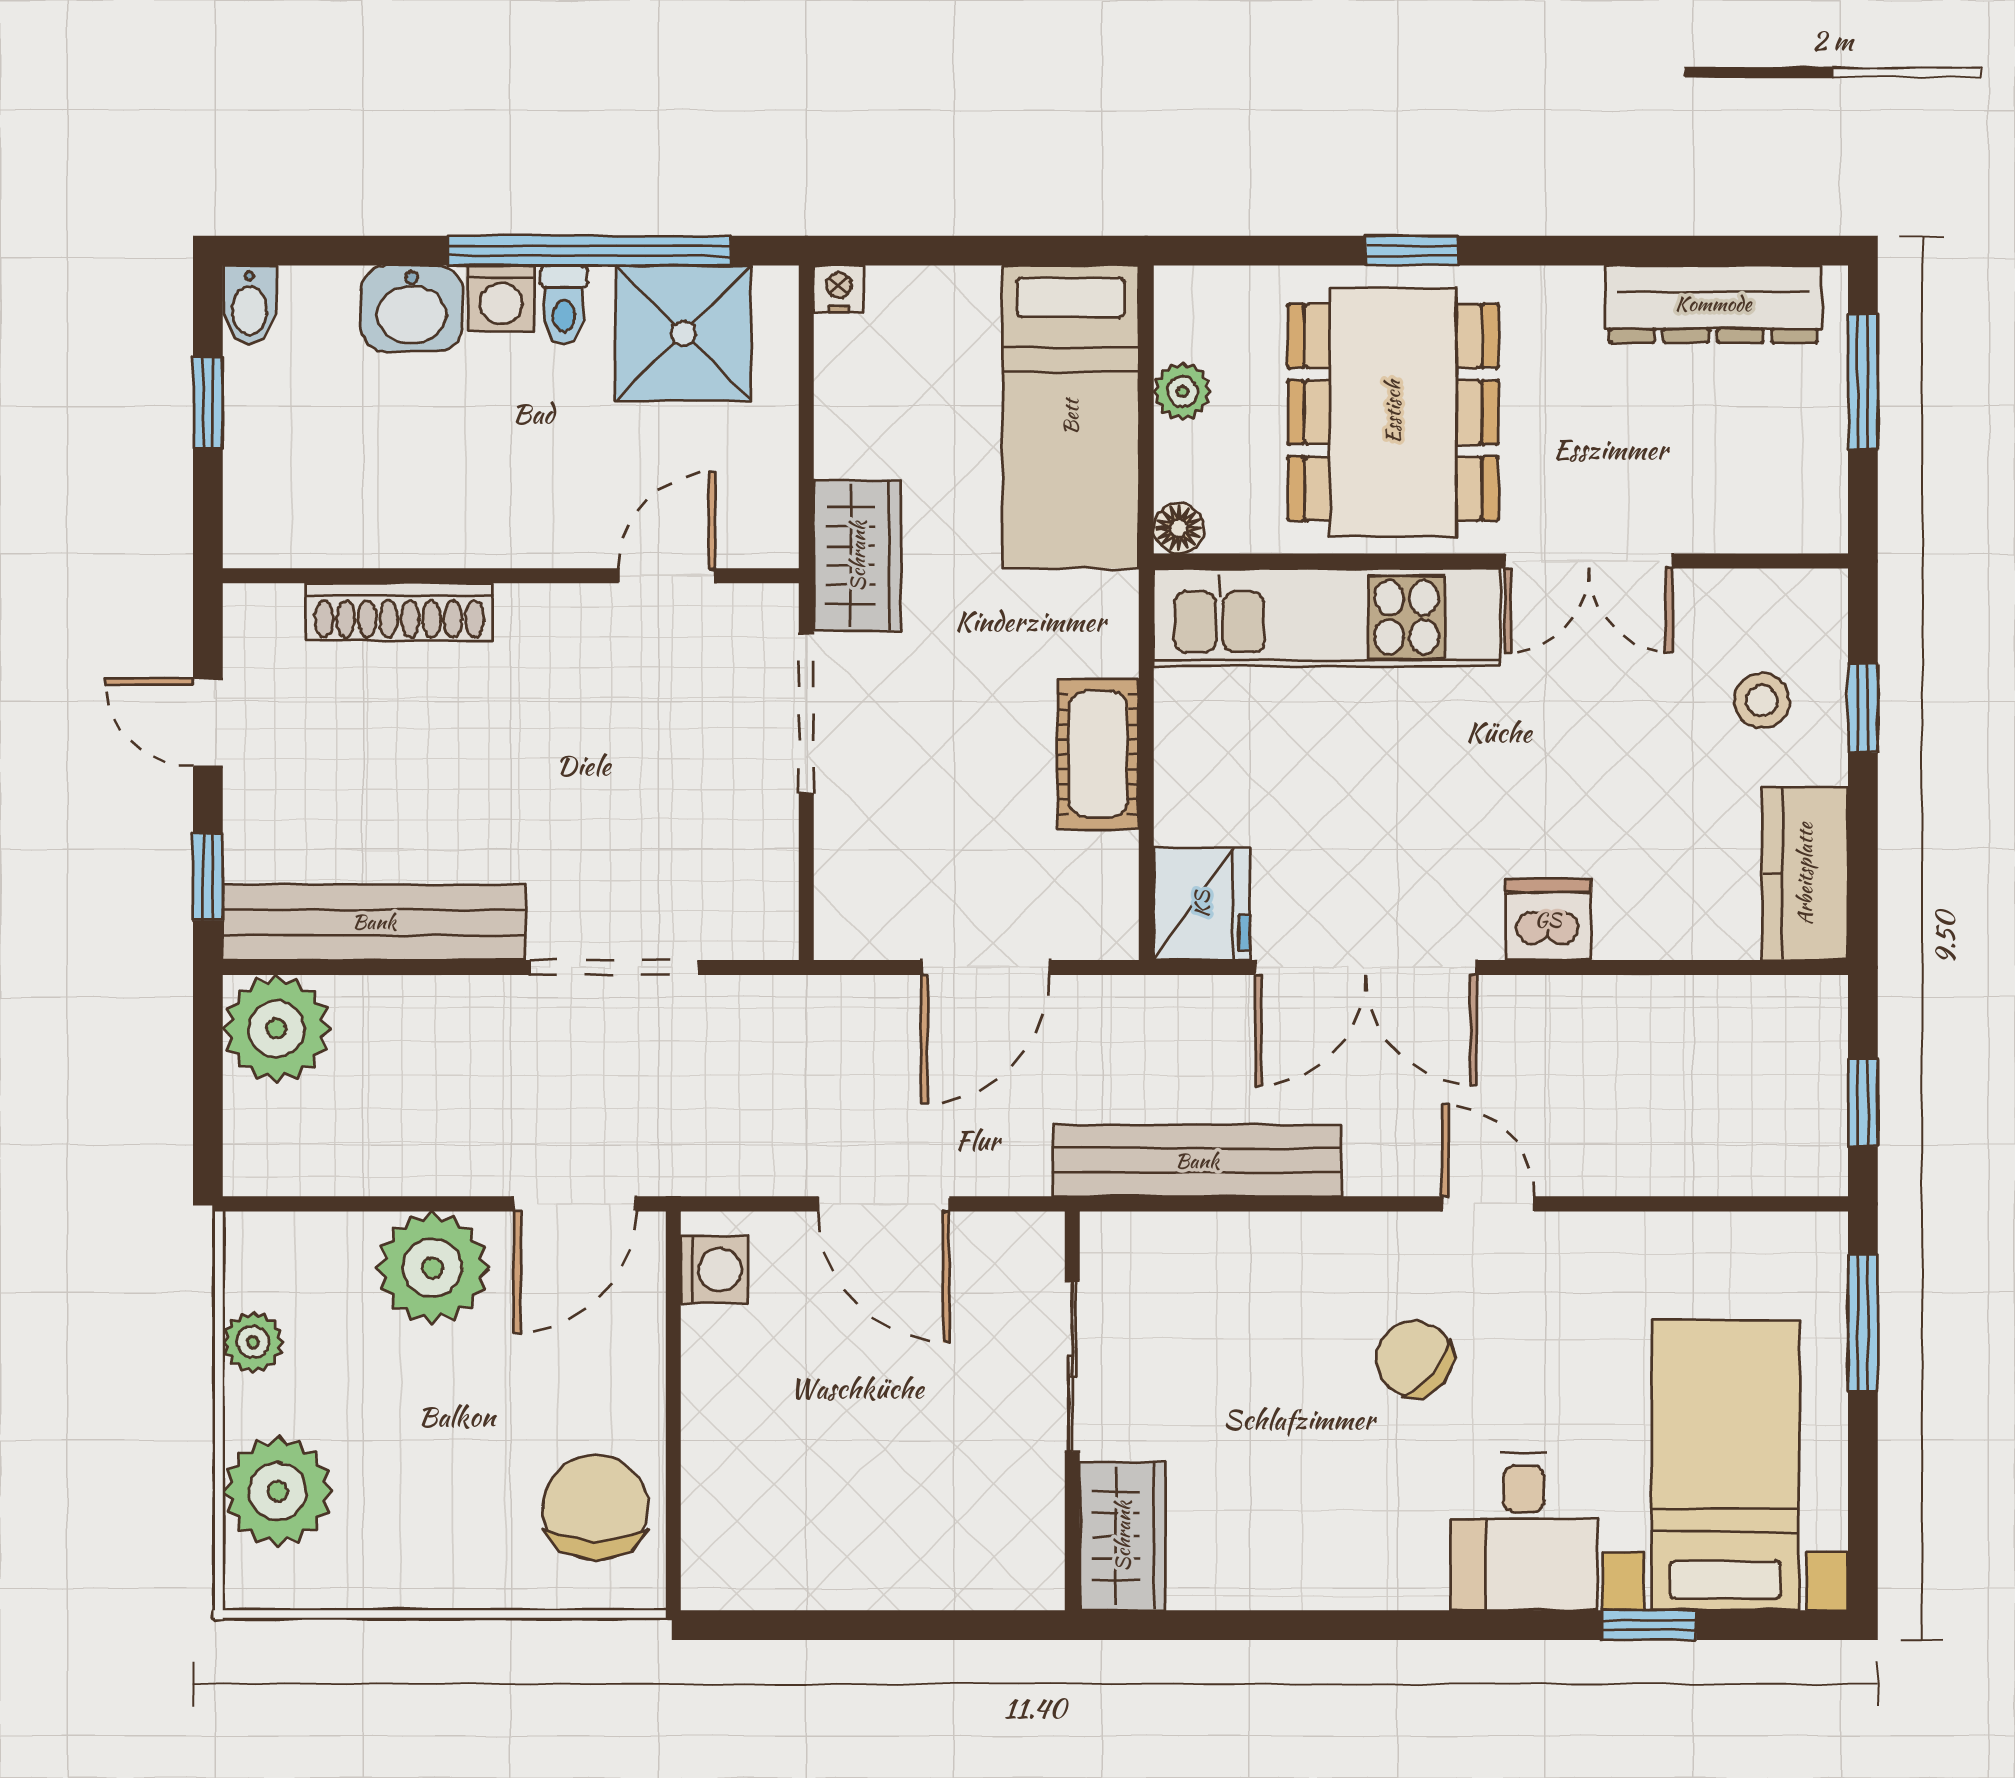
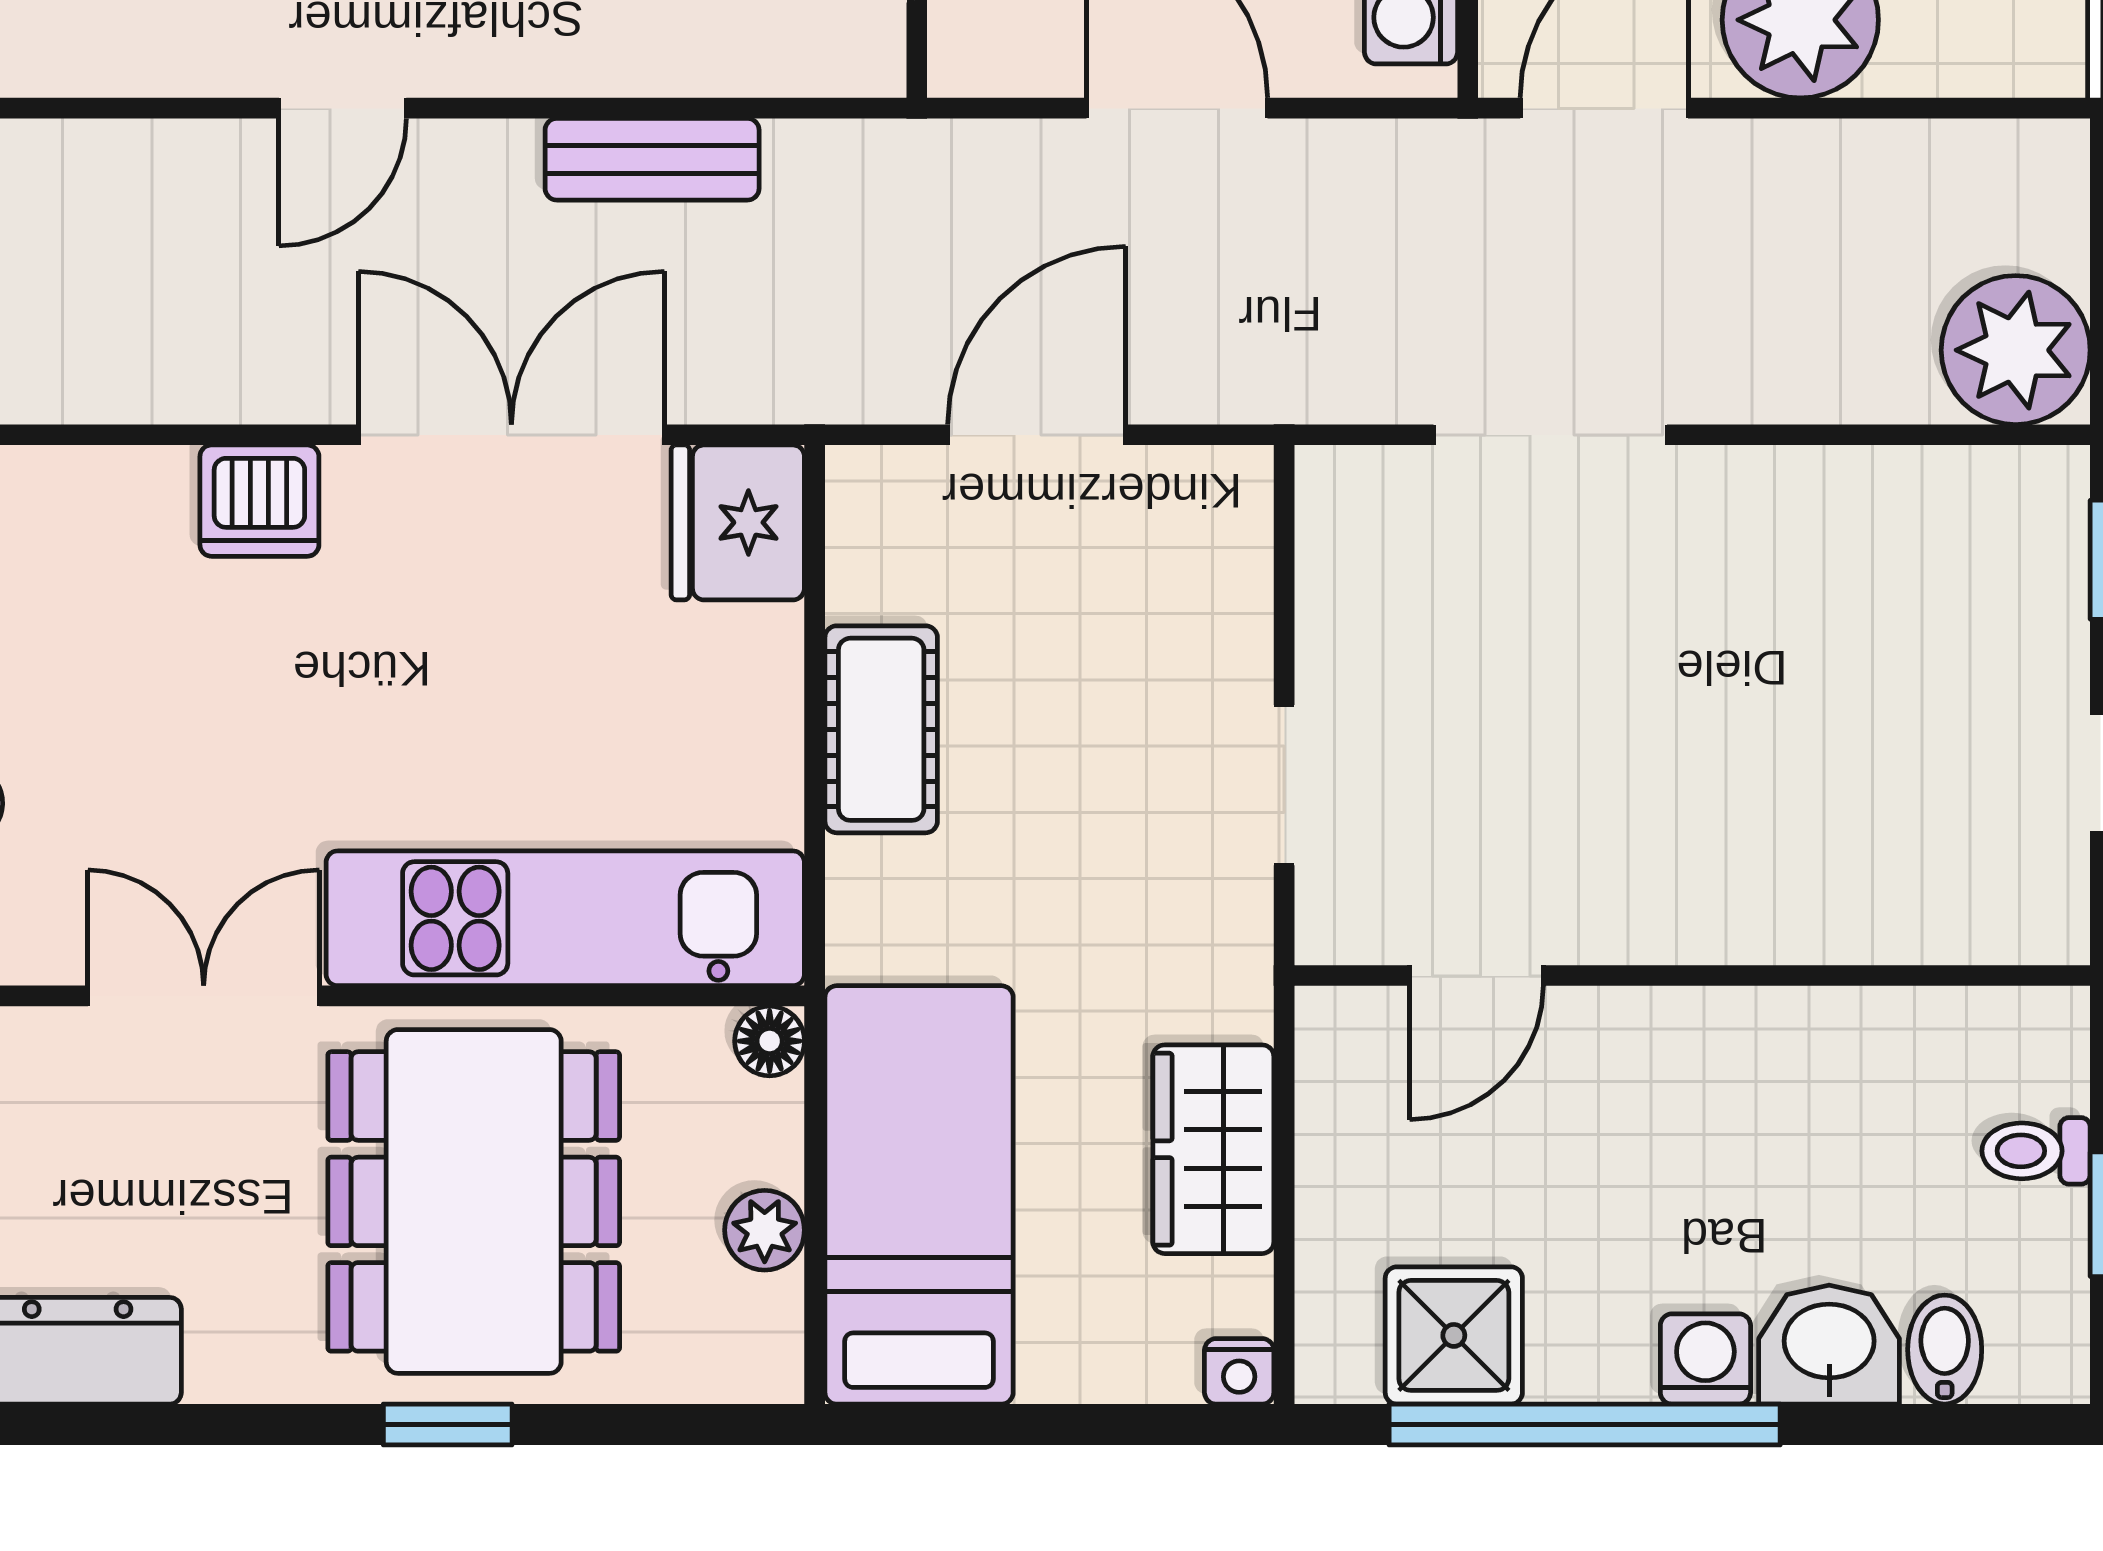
bidet: (249, 305) -> (1945, 1350), moved
toilet: (564, 305) -> (2036, 1151), moved, turned -90
shower: (683, 333) -> (1454, 1335), width x0.73, depth x0.73
wardrobe: (858, 556) -> (1213, 1149), moved
shoe rack: (399, 612) -> (1846, 925), removed
doorway: (806, 714) -> (1284, 785), width x0.73
bench: (374, 922) -> (1881, 497), removed
bench: (1197, 1161) -> (652, 159), width x0.54, depth x0.82
door: (1488, 1204) -> (343, 108), hinge flipped

